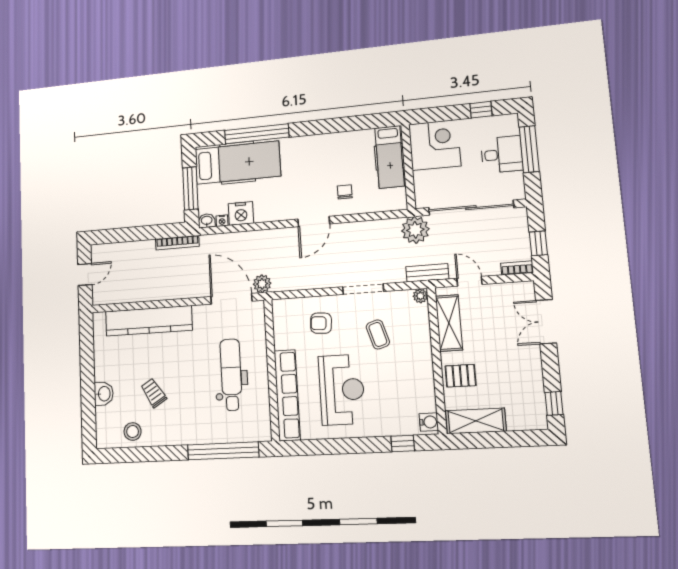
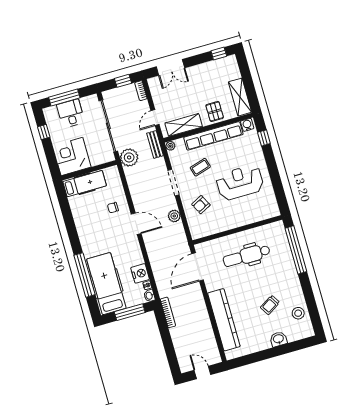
plant: (262, 284) -> (174, 216), moved
armchair: (321, 323) -> (201, 205), turned 59
row of seats: (287, 395) -> (213, 136), moved, turned 180

